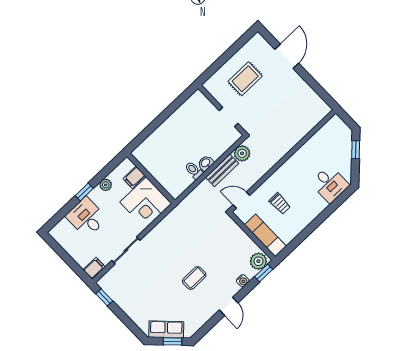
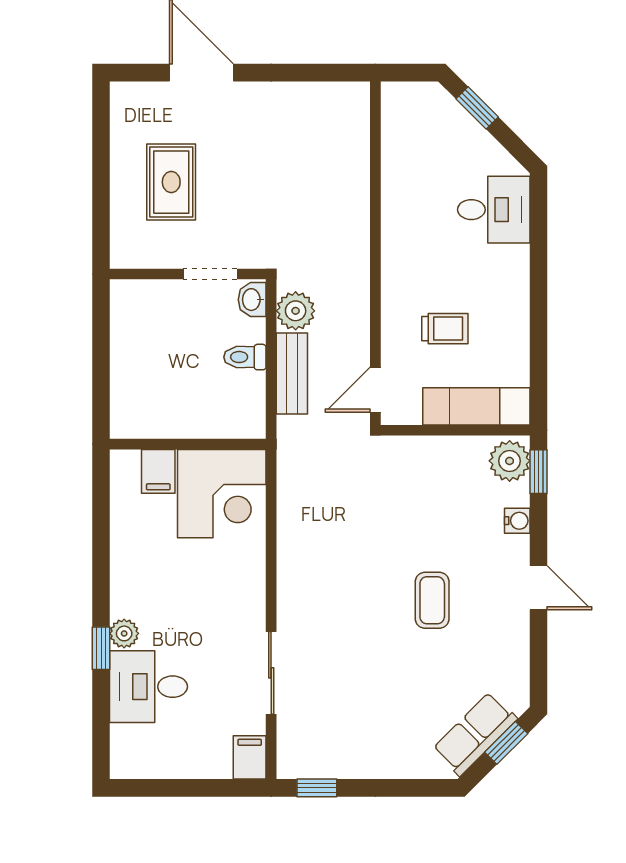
washbasin: (206, 163) -> (252, 300), moved
toilet: (194, 170) -> (245, 357), moved
filing cabinet: (134, 177) -> (158, 471), moved
wall: (151, 178) -> (188, 444), moved
plant: (106, 185) -> (124, 633), moved
corner desk: (146, 203) -> (222, 494), moved

